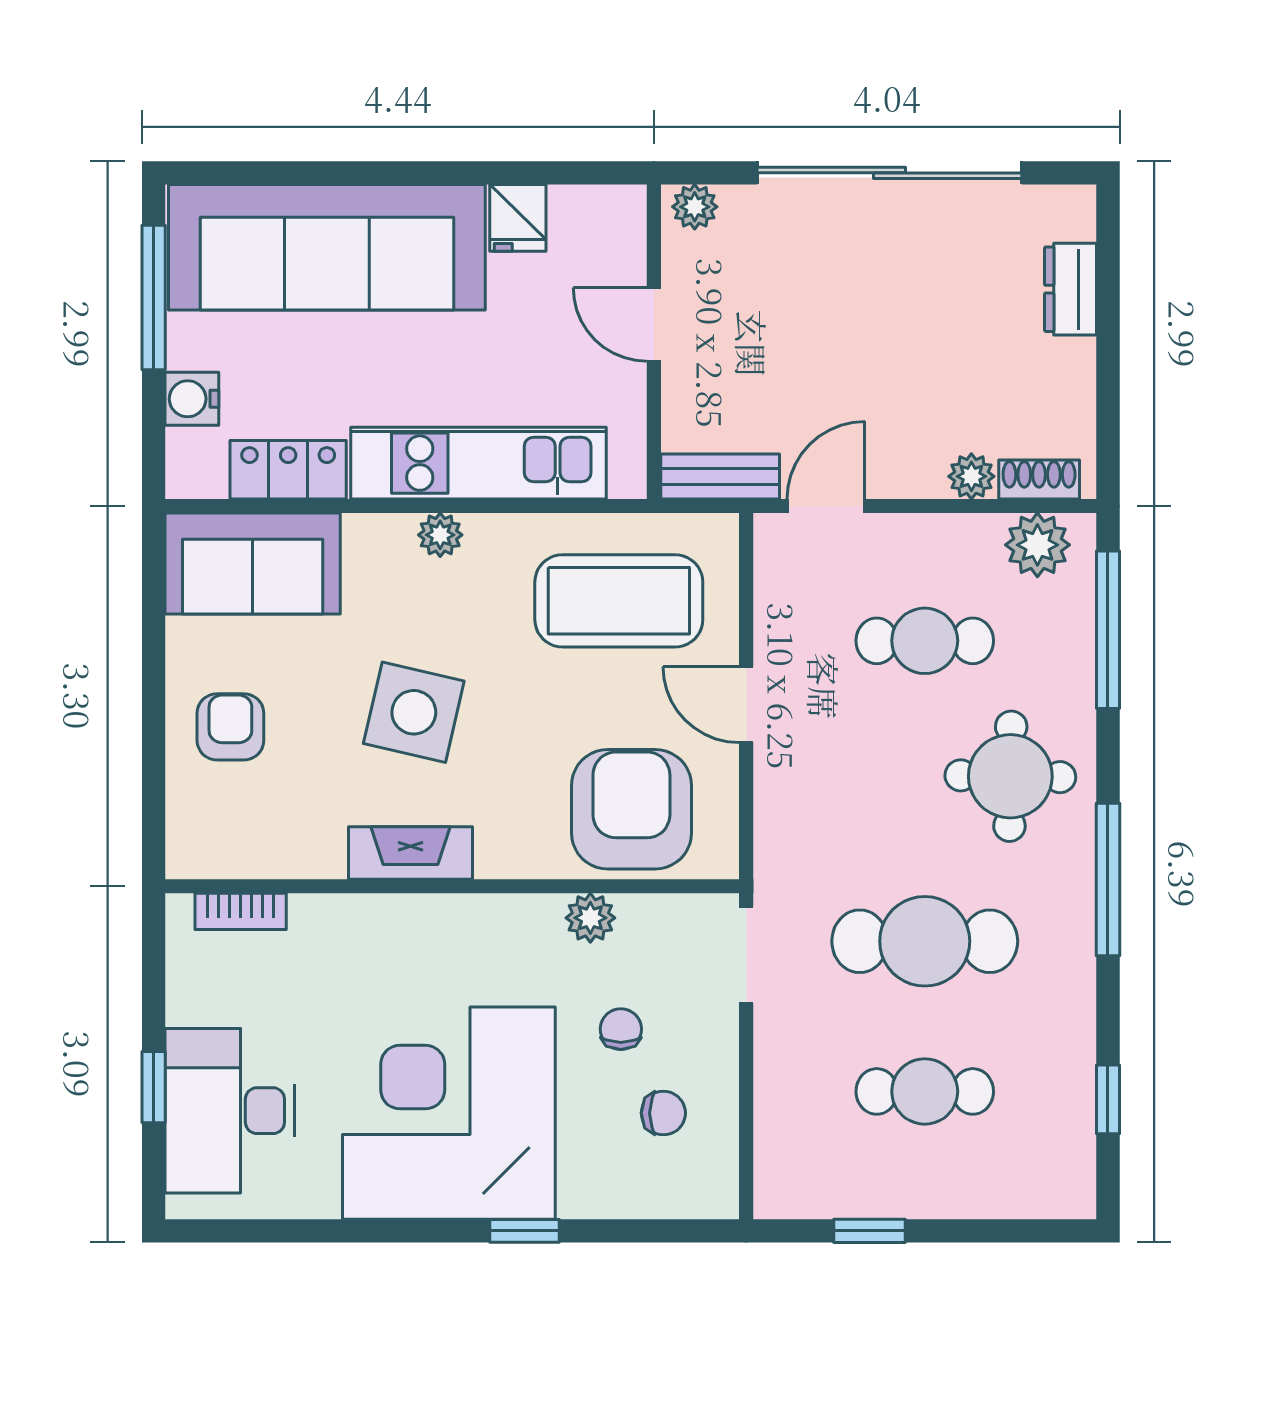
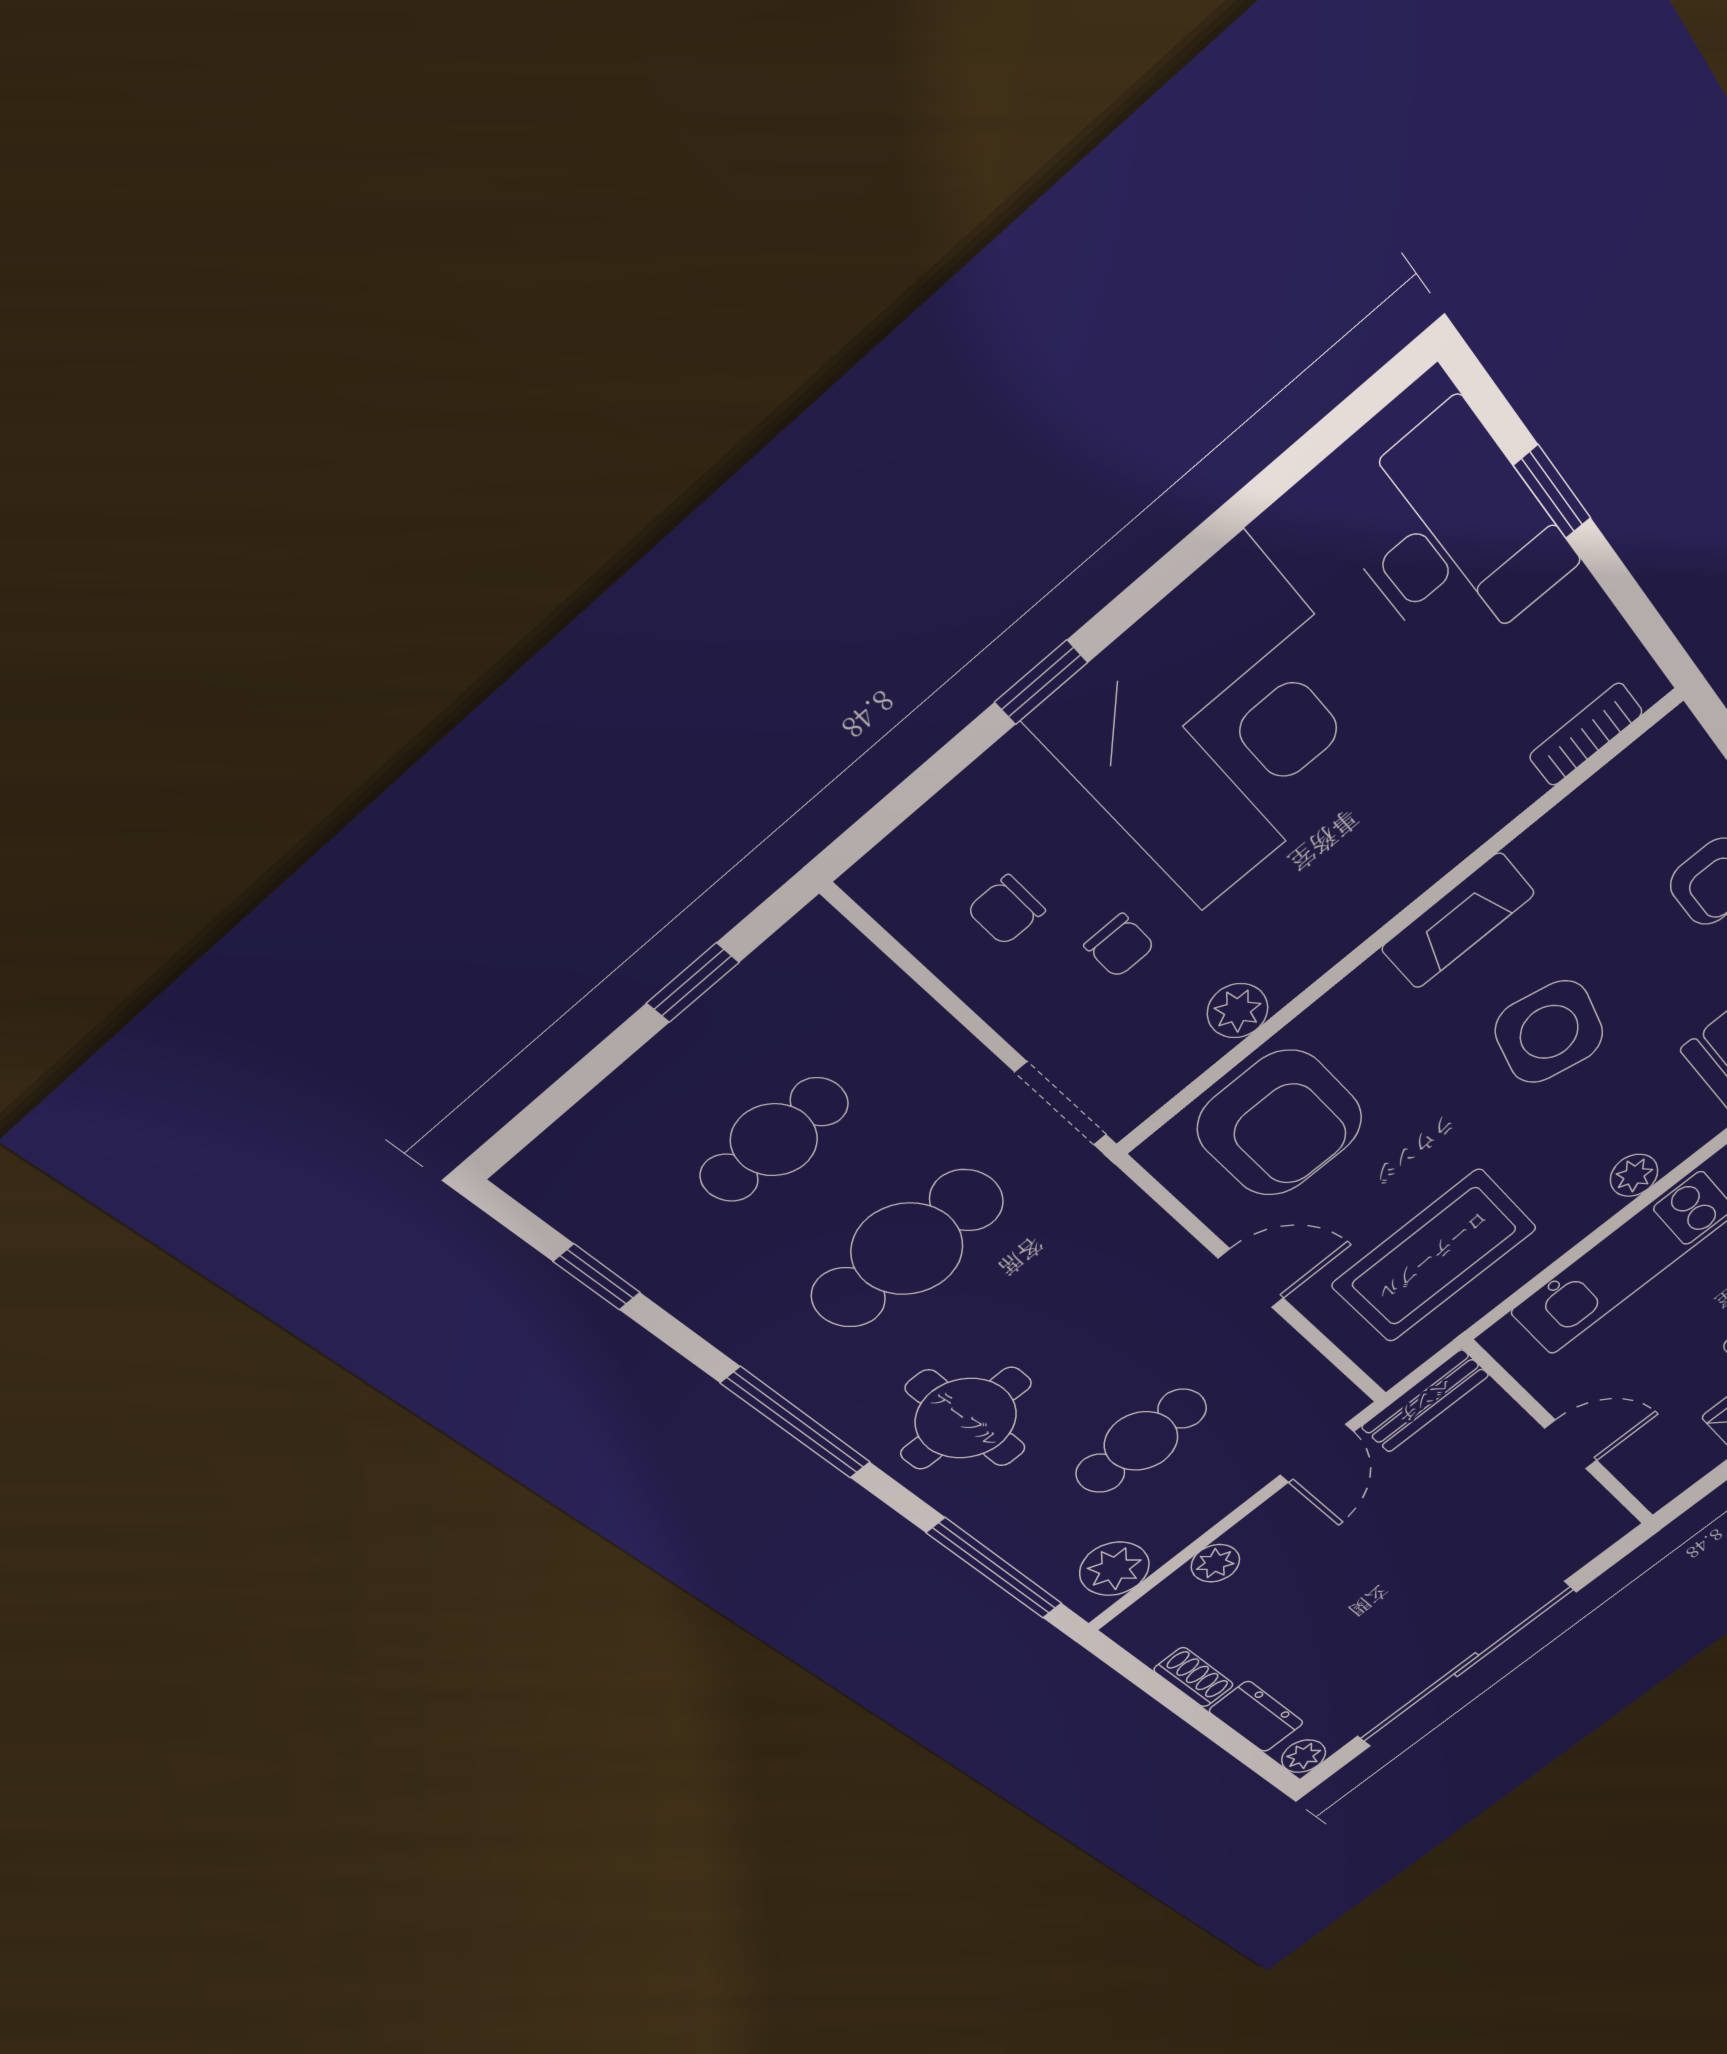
plant: (695, 207) -> (1304, 1756), moved
shoe rack: (1039, 480) -> (1194, 1677), moved, turned -90

